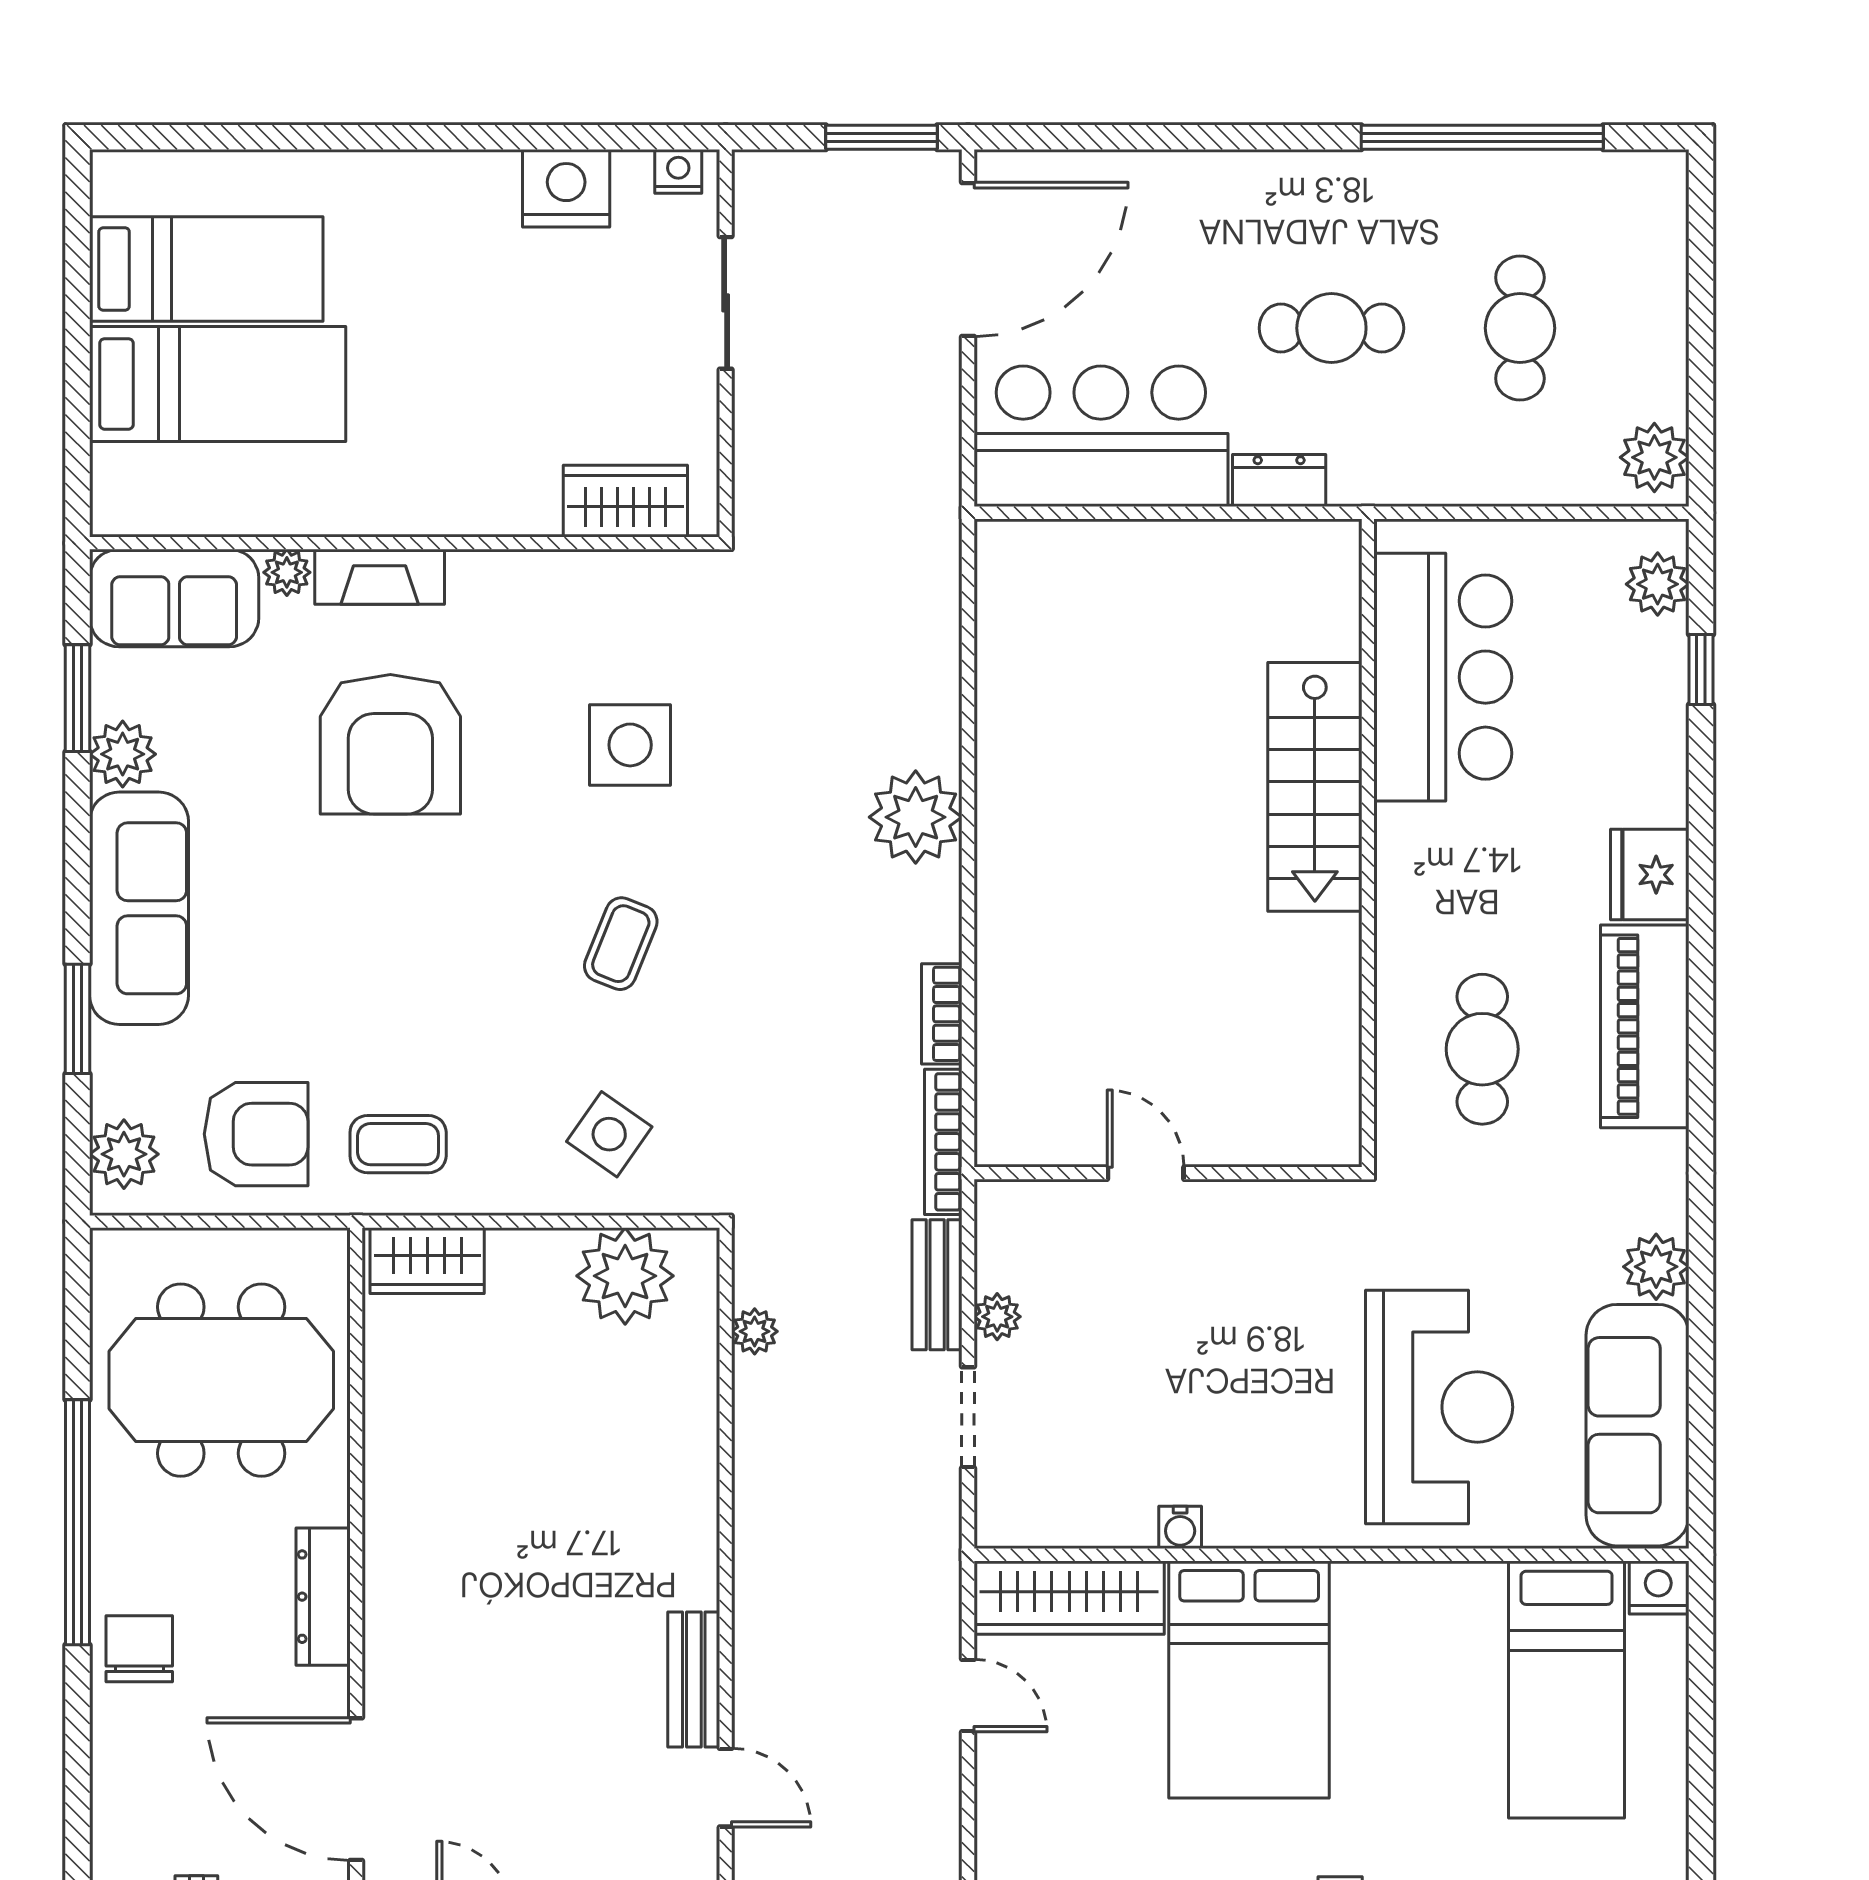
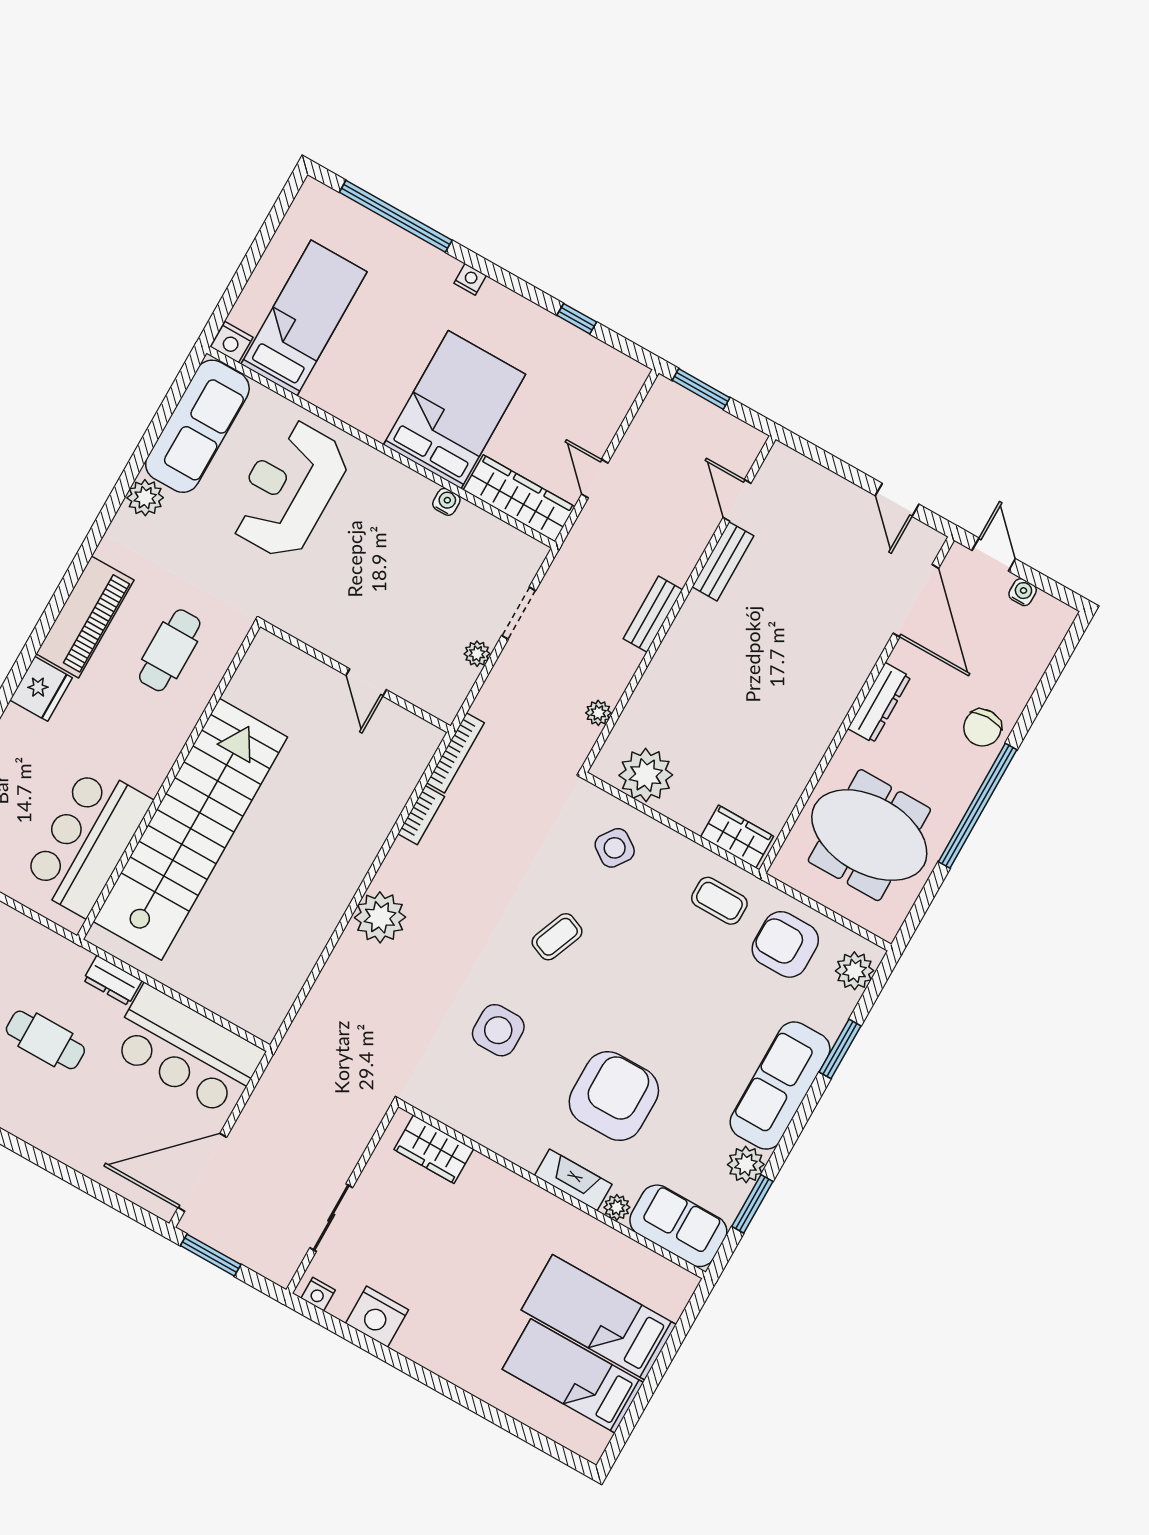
stairs: (1315, 787) -> (190, 829), width x1.86, depth x1.51
bench: (937, 1285) -> (653, 614), moved

